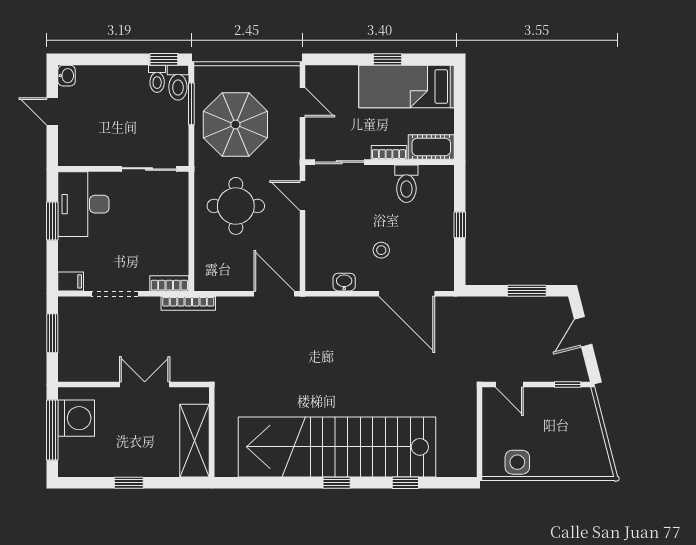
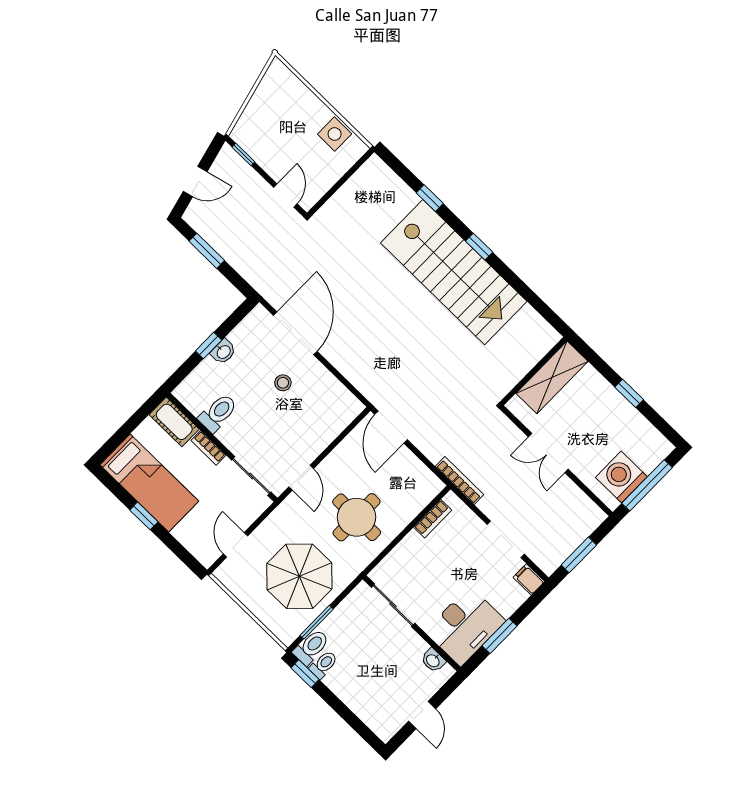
washbasin: (67, 76) -> (433, 660), moved, turned -90
washbasin: (344, 282) -> (223, 352), moved, turned -90
bookcase: (169, 283) -> (433, 519), moved, turned -90
stairs: (337, 447) -> (454, 272), width x0.73

